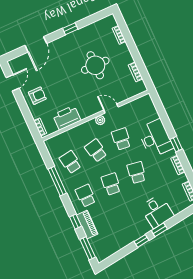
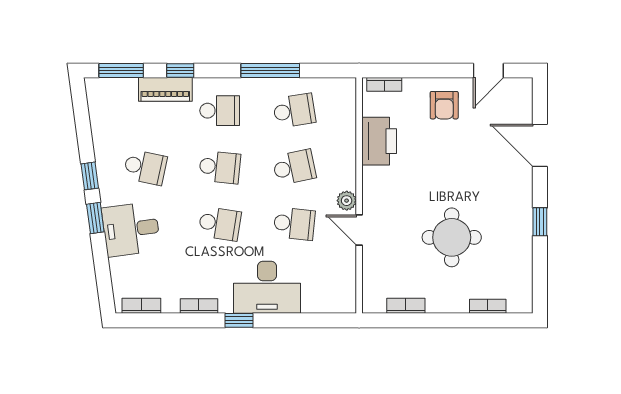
door: (13, 83) -> (488, 70), hinge flipped
door: (111, 108) -> (359, 230), swing flipped
school desk: (126, 218) -> (145, 167), added

